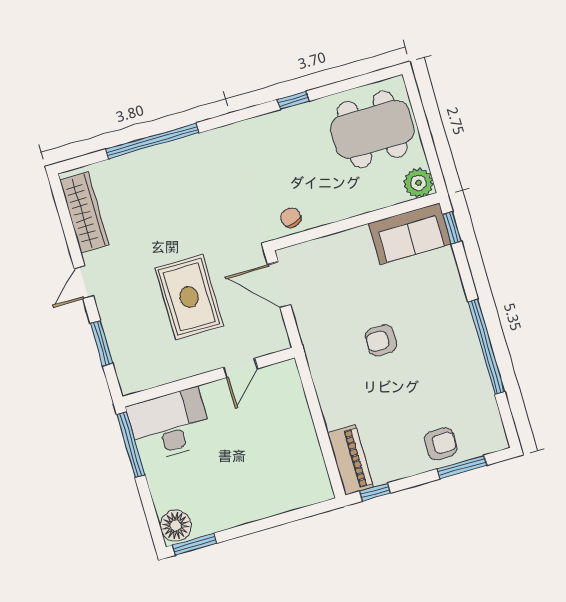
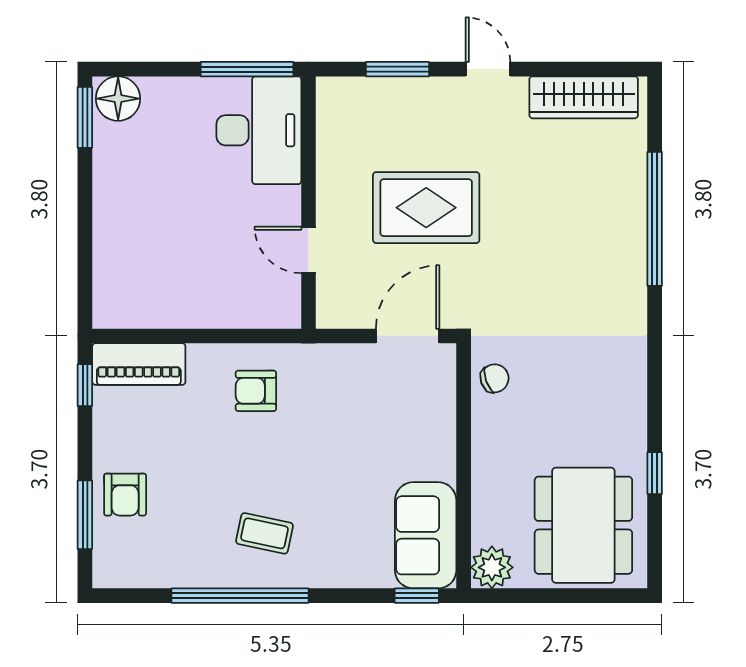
window: (293, 100) -> (655, 473), moved
armchair: (381, 340) -> (256, 391), moved, turned -90
coffee table: (440, 342) -> (265, 533), added

